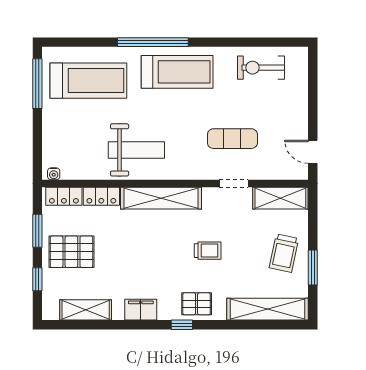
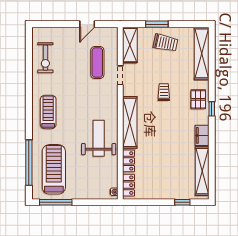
window: (153, 42) -> (29, 163), moved
treadmill: (177, 72) -> (48, 112), width x0.73, depth x0.73
exercise mat: (232, 139) -> (97, 63), moved
door: (313, 152) -> (87, 24), moved
window: (37, 231) -> (151, 202), removed
pallet: (71, 252) -> (165, 180), removed
window: (313, 268) -> (157, 24), moved
shelving: (86, 310) -> (202, 171), width x1.47

